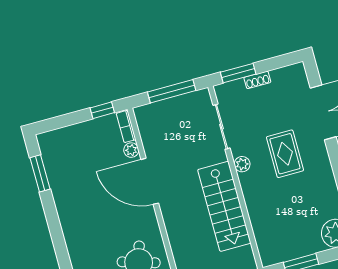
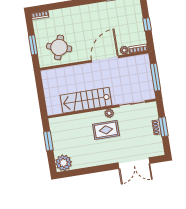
window: (238, 73) -> (163, 127), moved
window: (102, 110) -> (147, 24), moved
rug: (285, 154) -> (106, 130), moved

